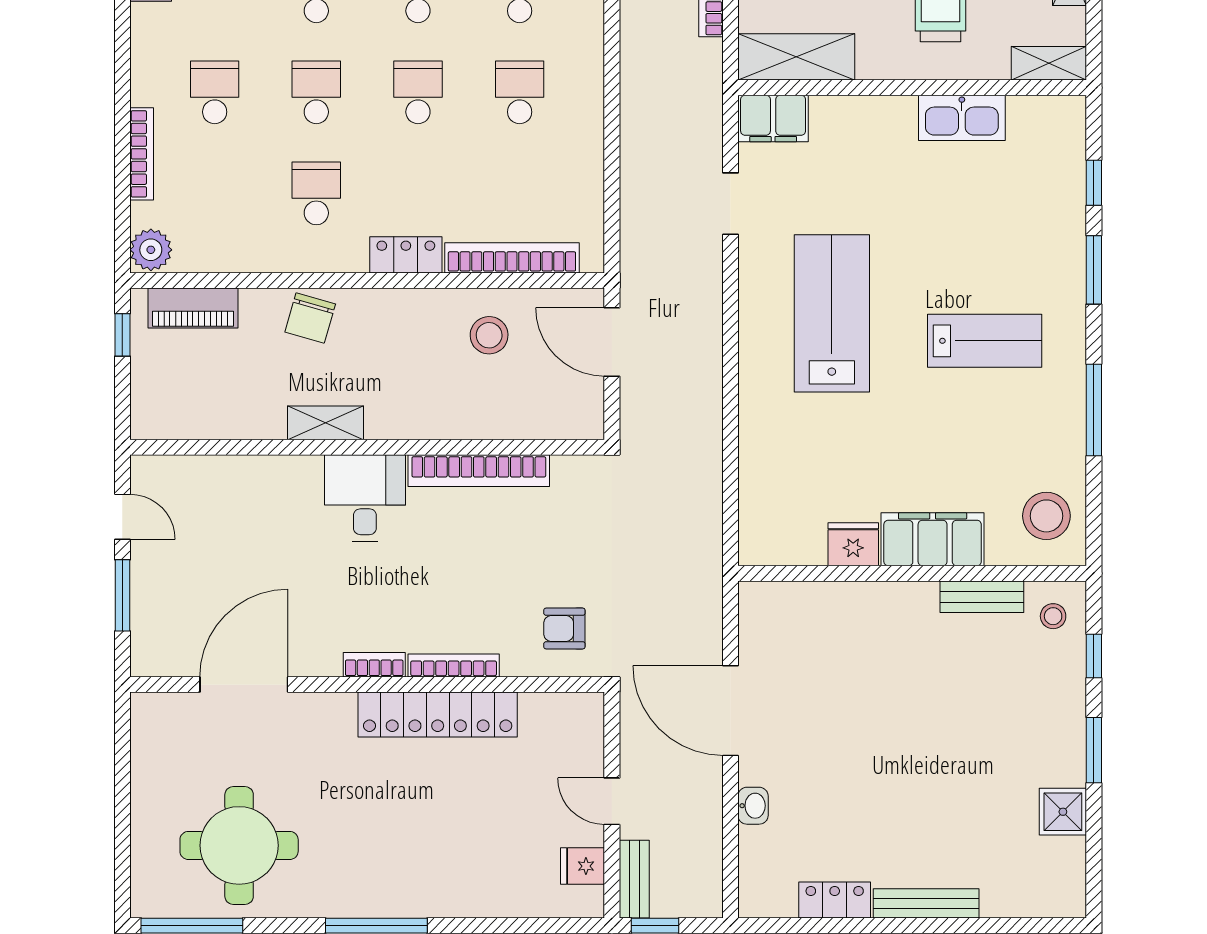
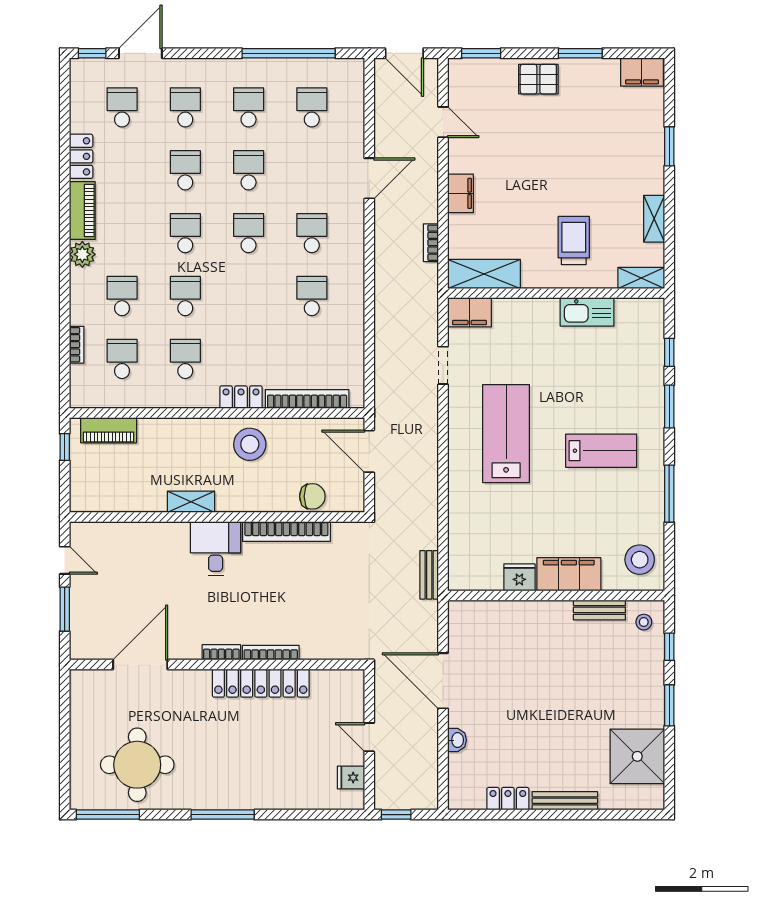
school desk: (418, 92) -> (122, 359), moved
bookcase: (142, 154) -> (77, 345), width x0.64
plant: (151, 250) -> (82, 254), moved
chair: (310, 318) -> (312, 496), moved, turned -106
stool: (489, 335) -> (250, 444), moved, width x1.38, depth x1.38
armchair: (564, 629) -> (340, 630), removed
shower: (1063, 812) -> (637, 756), width x1.86, depth x1.86
bench: (634, 879) -> (429, 575), moved

